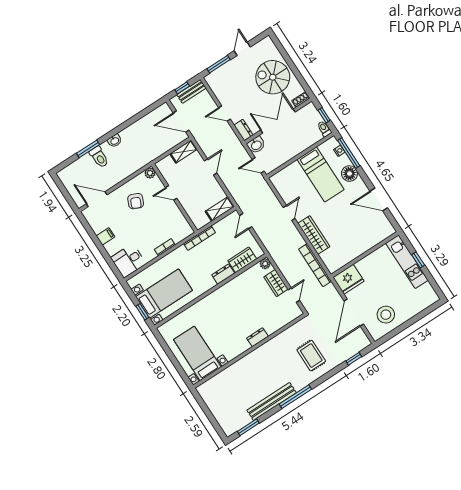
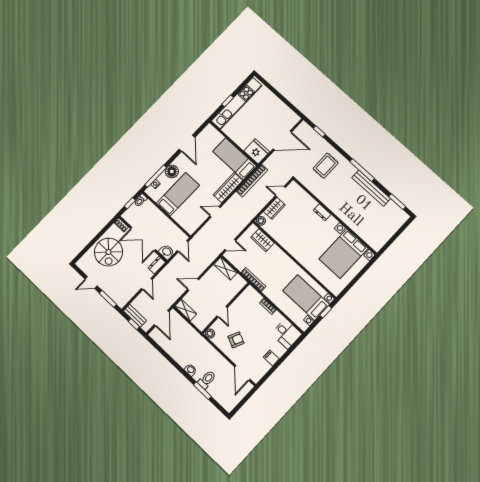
bed: (346, 251) -> (234, 159), added
kitchen unit: (407, 262) -> (237, 103), width x1.36
dresser: (223, 274) -> (278, 253), removed
stool: (386, 315) -> (277, 115), removed
bed with nightstands: (197, 353) -> (343, 254), width x1.36

